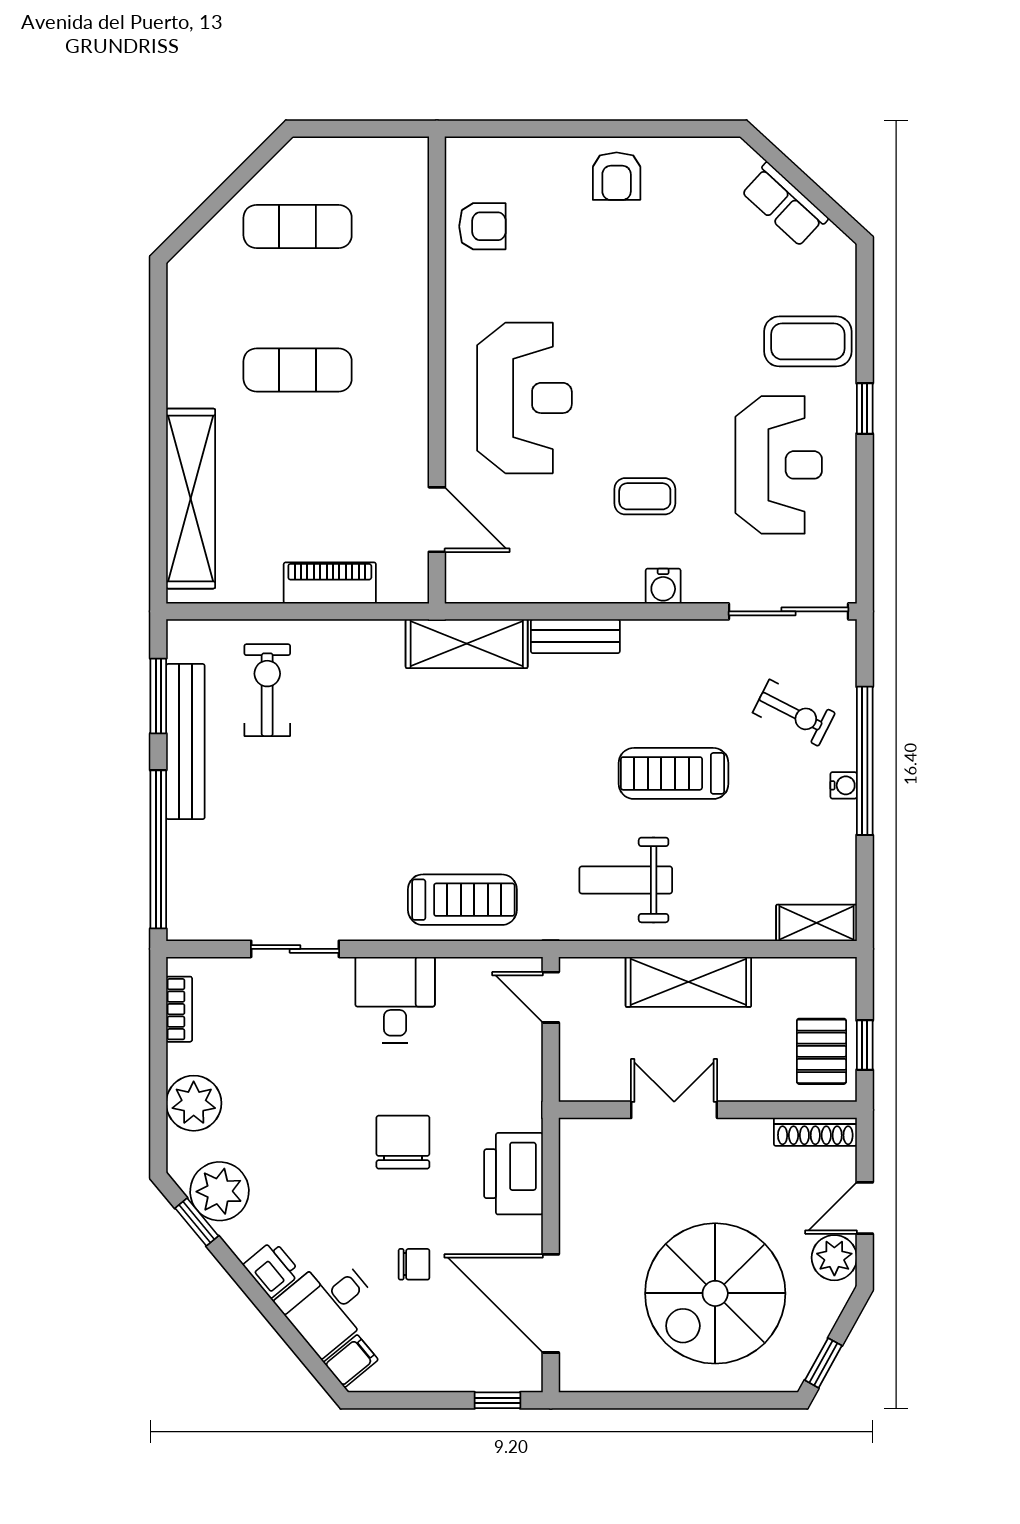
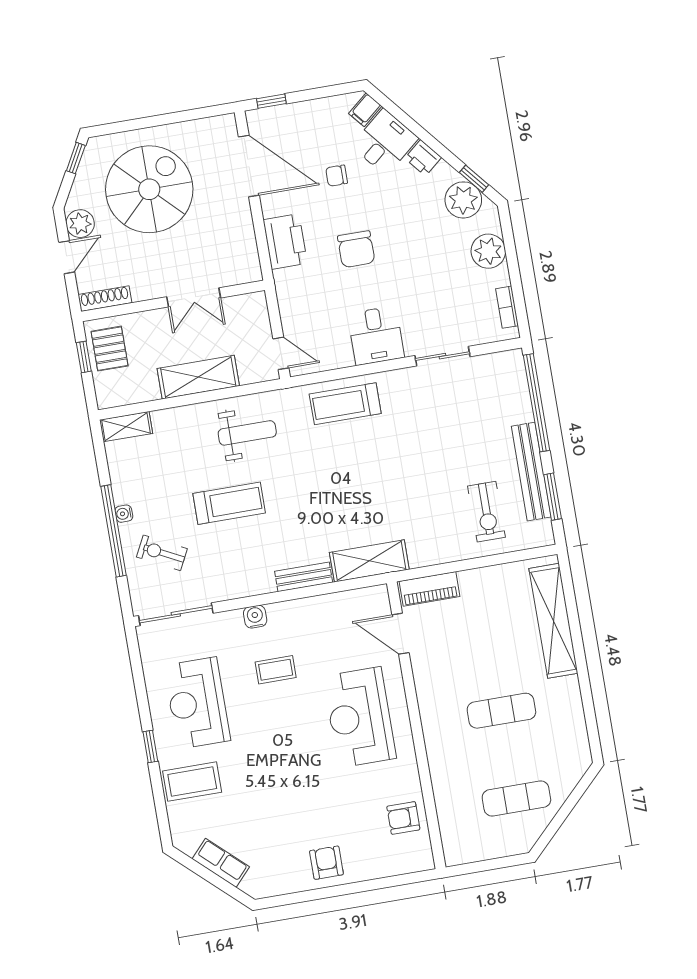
piano: (330, 583) -> (429, 589), moved

